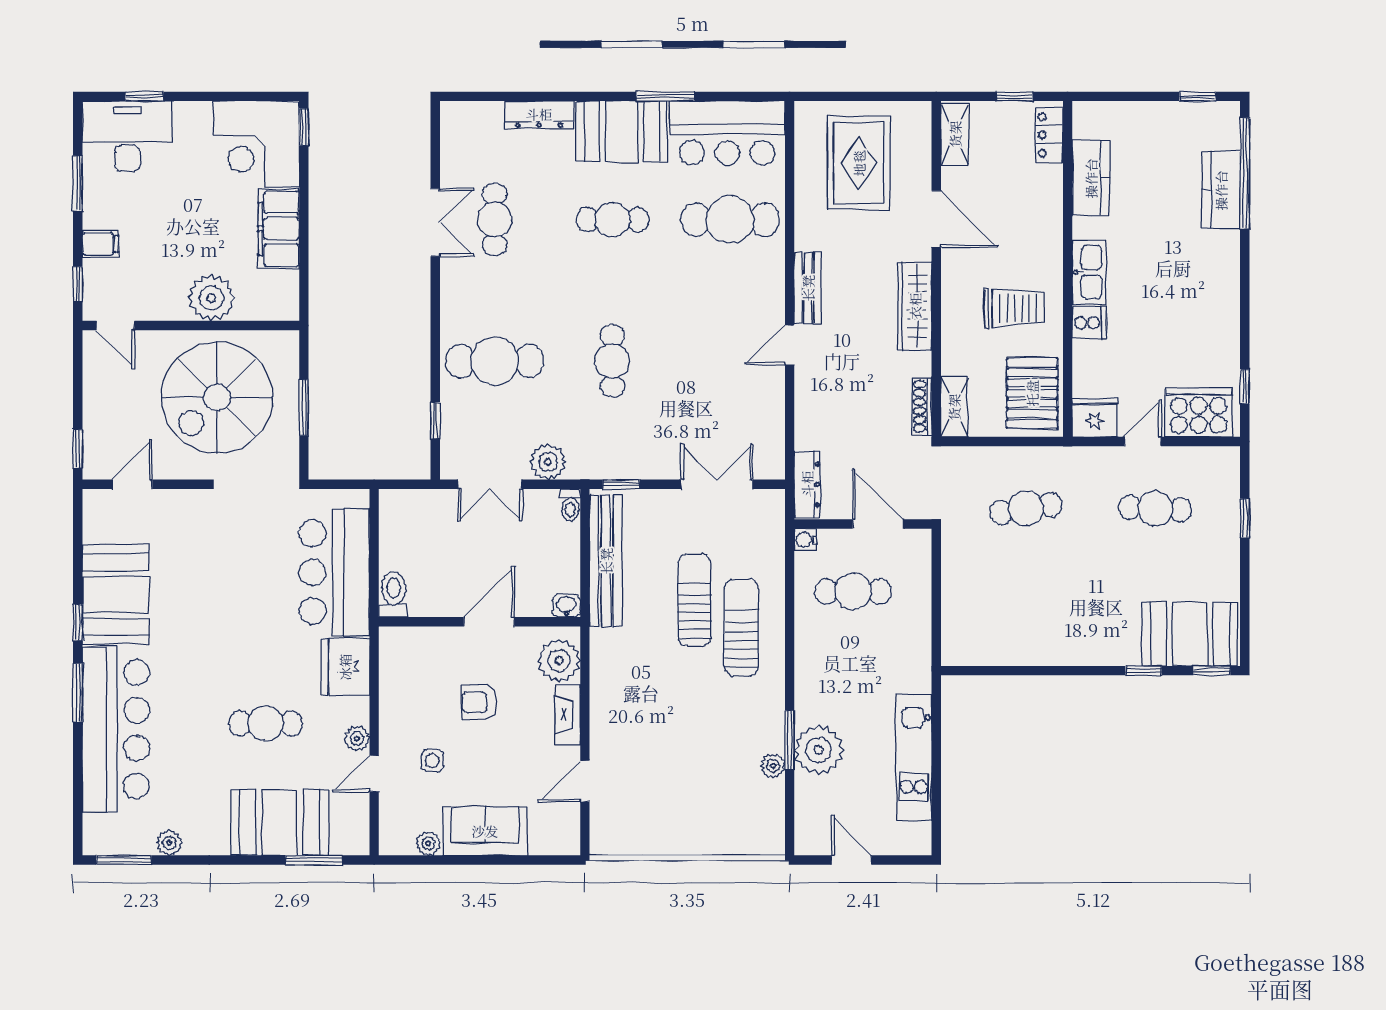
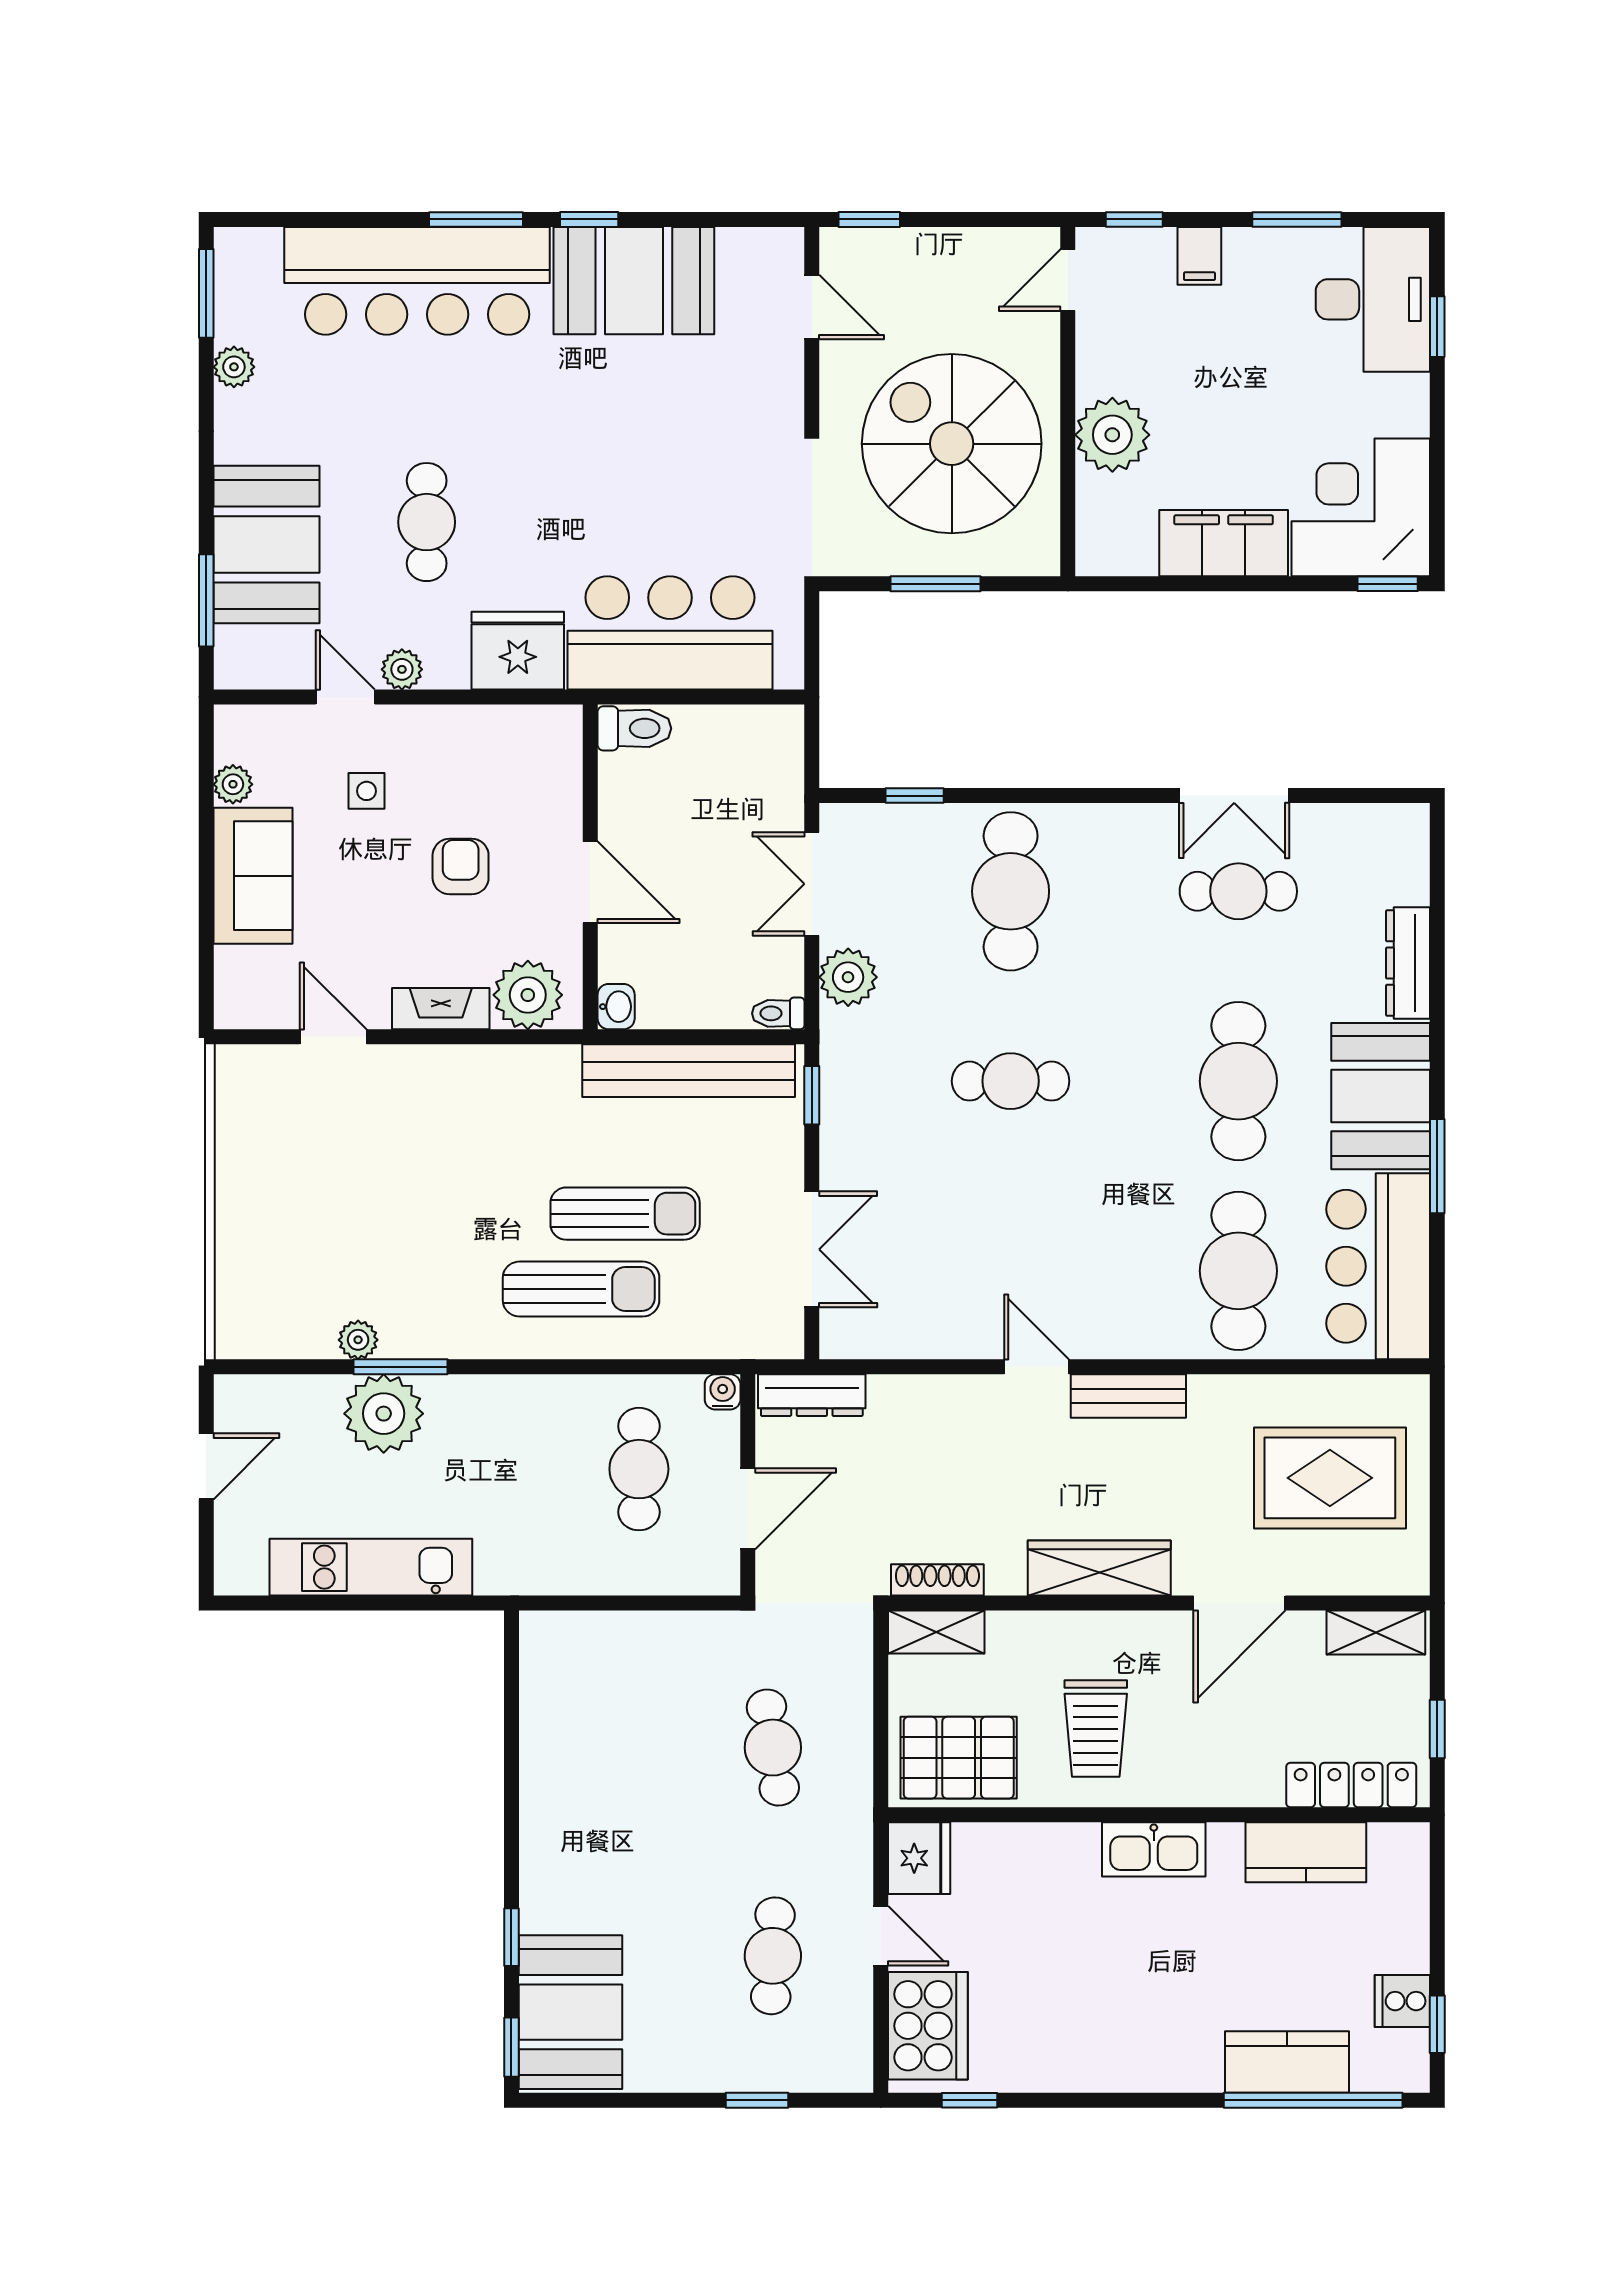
locker: (1049, 135) -> (1351, 1785), width x1.53
cafe table: (612, 220) -> (1238, 1081), width x1.37, depth x1.35
cooker: (1089, 323) -> (1402, 2001), moved, turned 90

